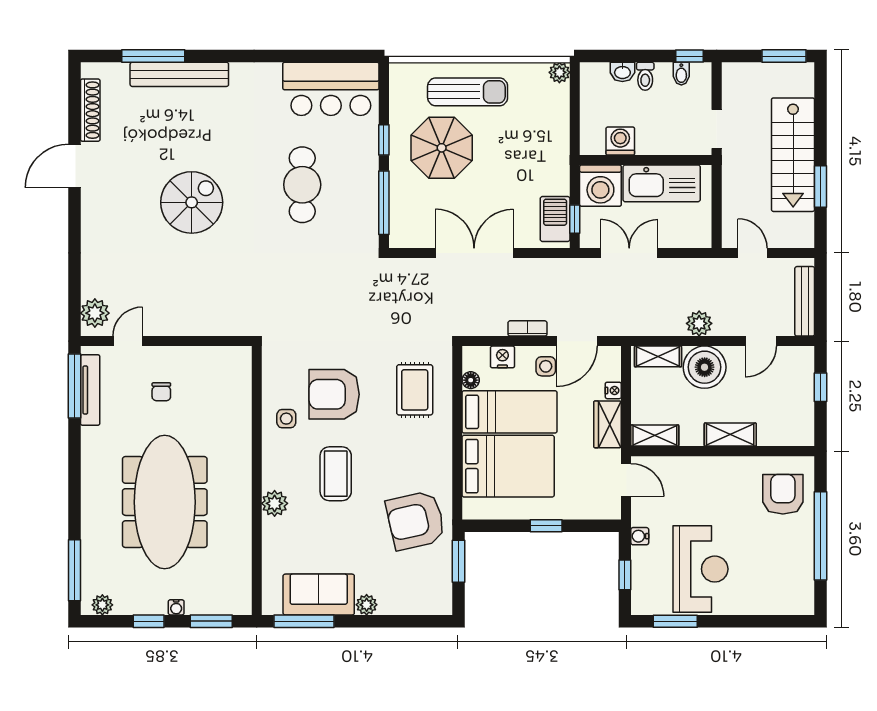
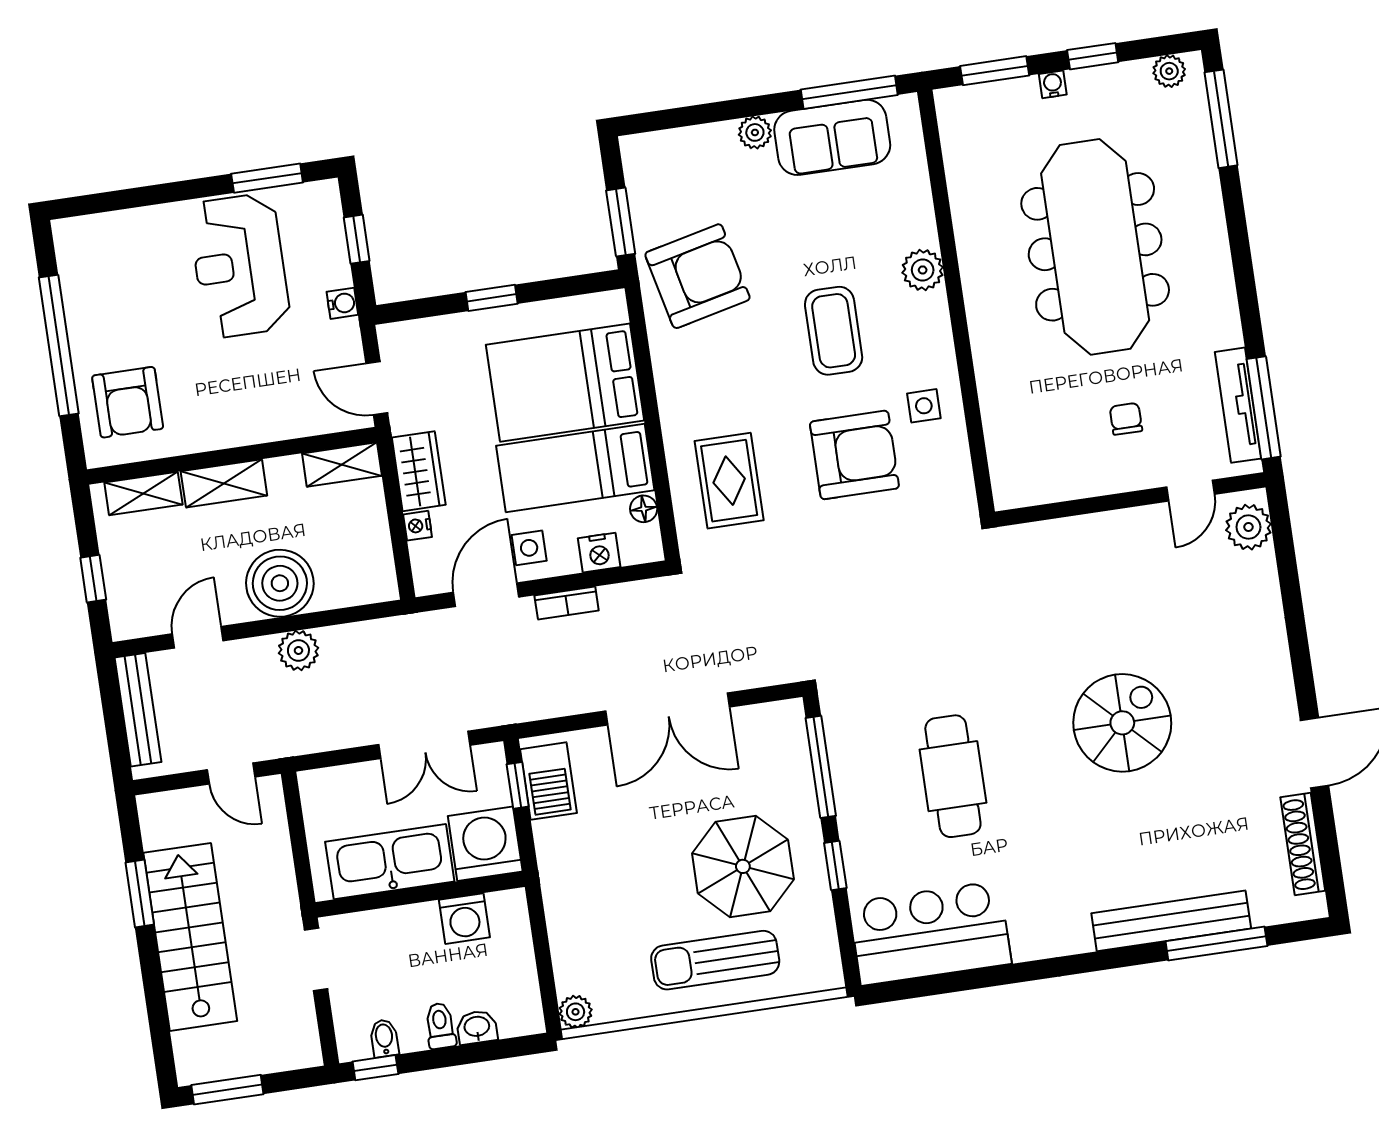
spiral stairs: (192, 202) -> (1122, 723), turned 180
shelving: (658, 356) -> (143, 494), moved

